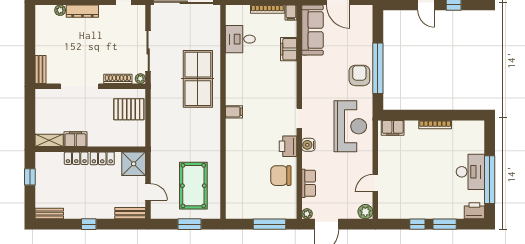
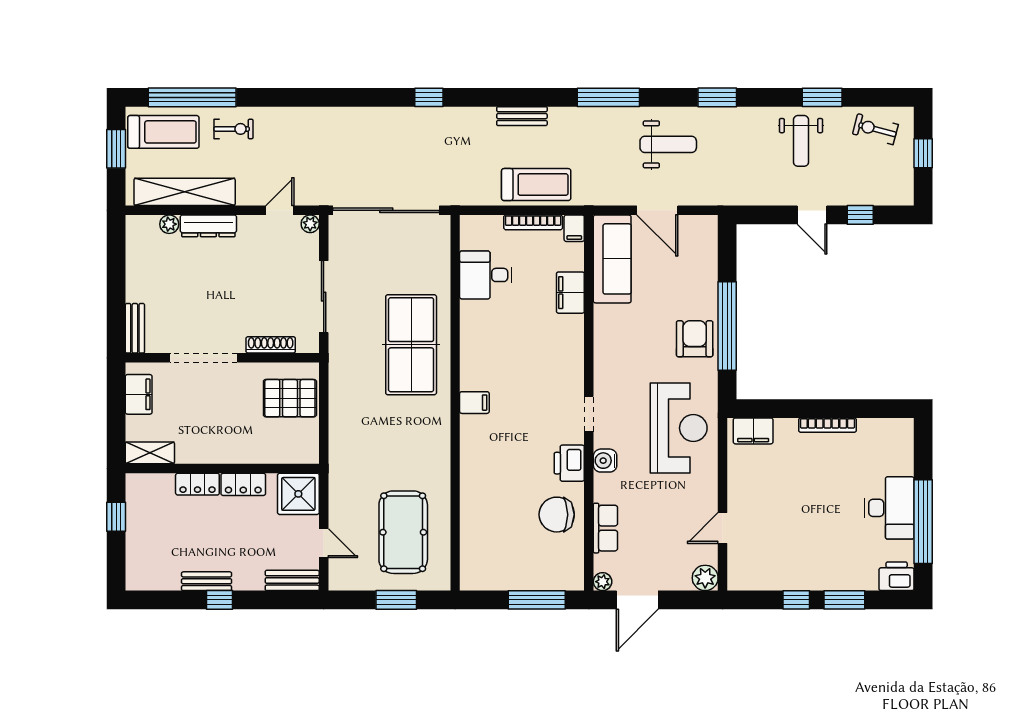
plant: (140, 79) -> (310, 224), moved
filing cabinet: (75, 139) -> (139, 394), moved, turned 90
bench: (49, 214) -> (207, 581), moved

